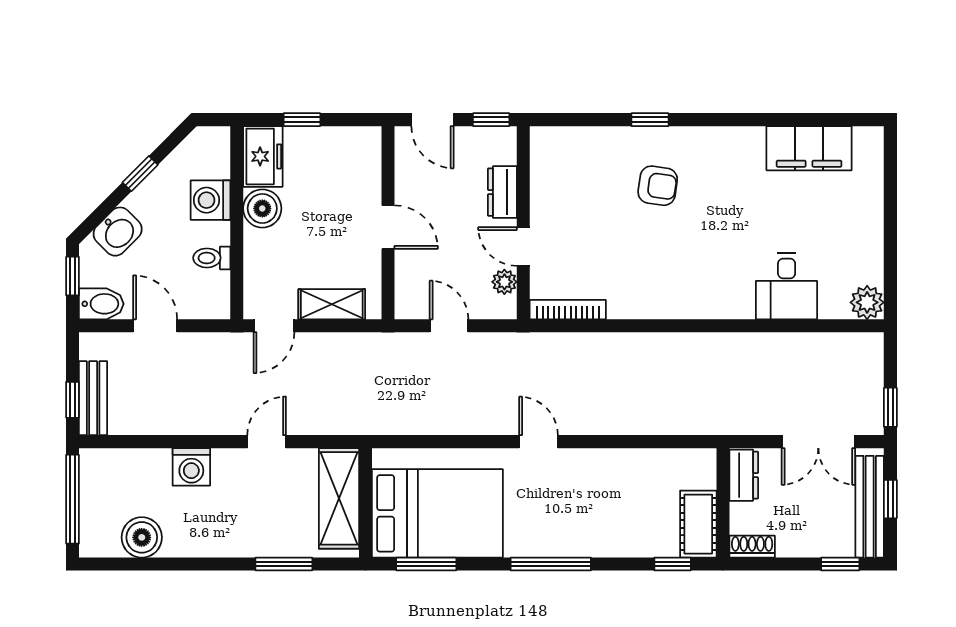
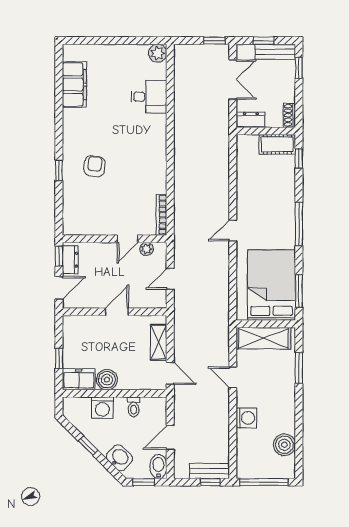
dresser: (502, 192) -> (70, 260), moved, turned -90
bench: (870, 507) -> (275, 52), width x0.73

